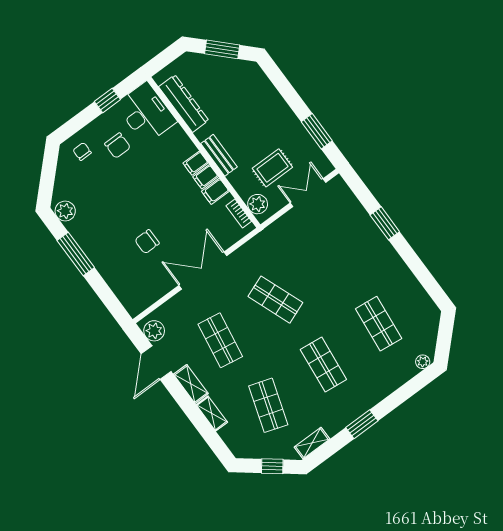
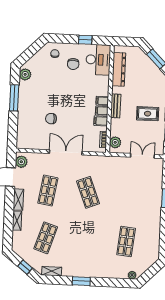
rug: (272, 168) -> (148, 114), moved
shop shelf: (323, 364) -> (86, 240), removed

